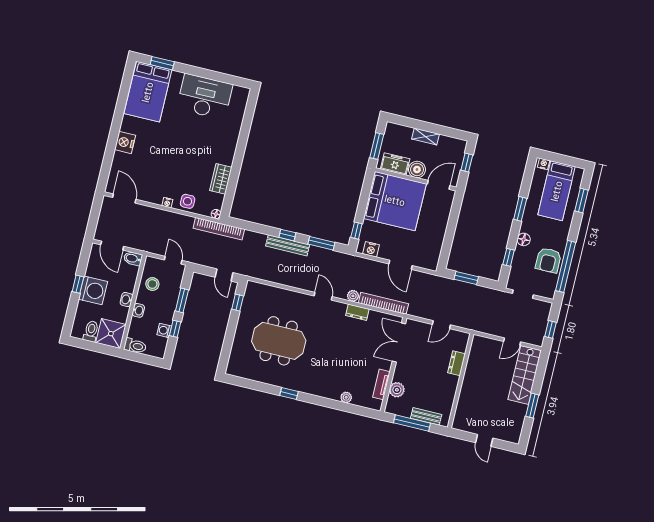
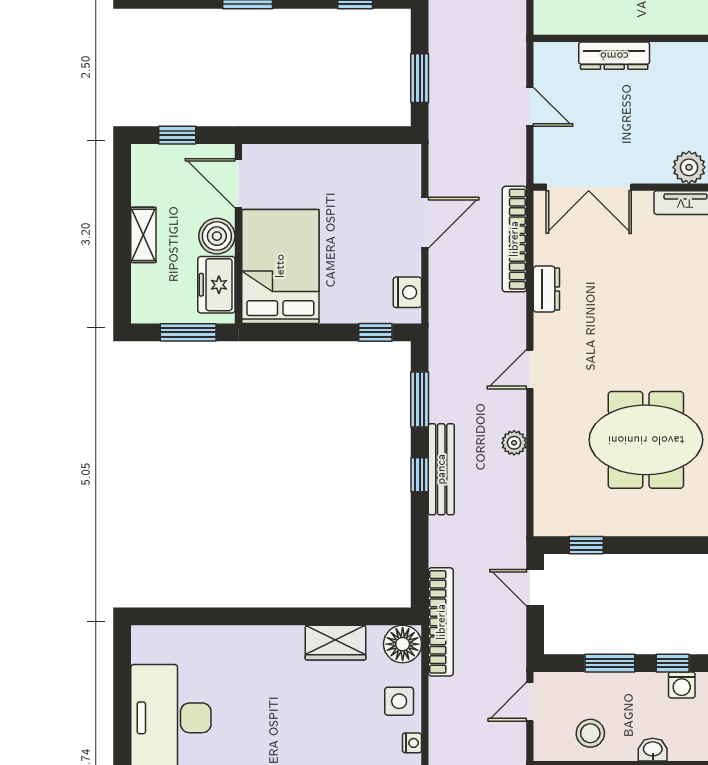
bed: (395, 201) -> (280, 266), width x0.73
floor lamp: (216, 214) -> (403, 644), width x1.89, depth x1.89
door: (224, 275) -> (535, 588), swing flipped
plant: (353, 296) -> (514, 443), moved
meeting table: (279, 341) -> (646, 440), turned 90
dresser: (457, 363) -> (614, 56), width x1.44

